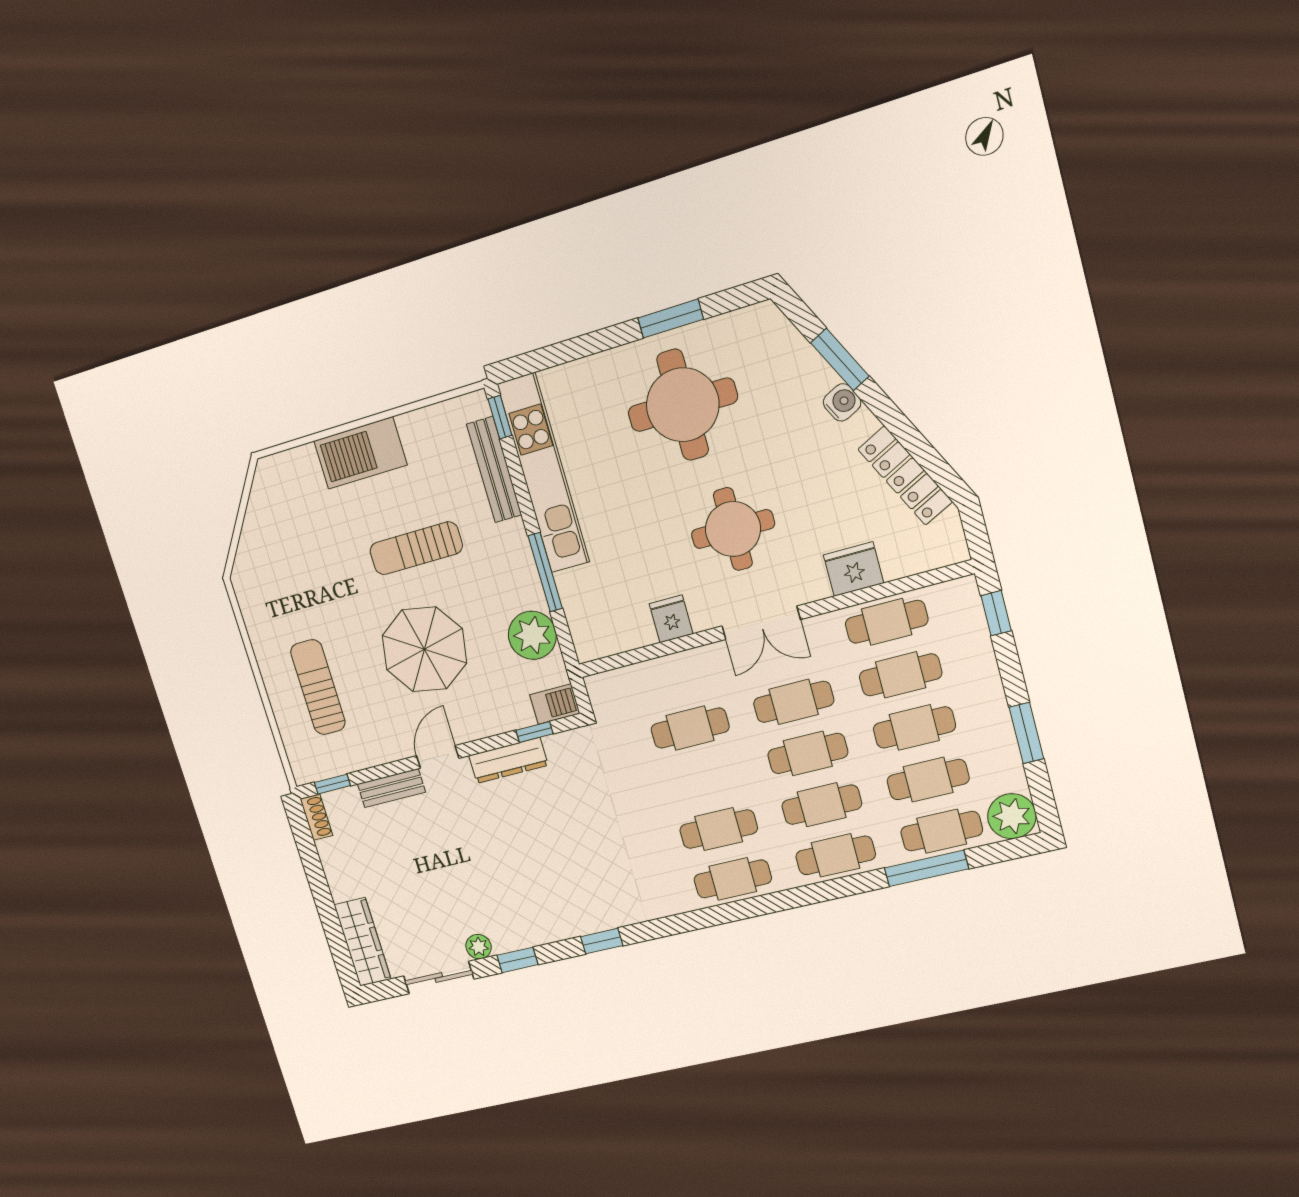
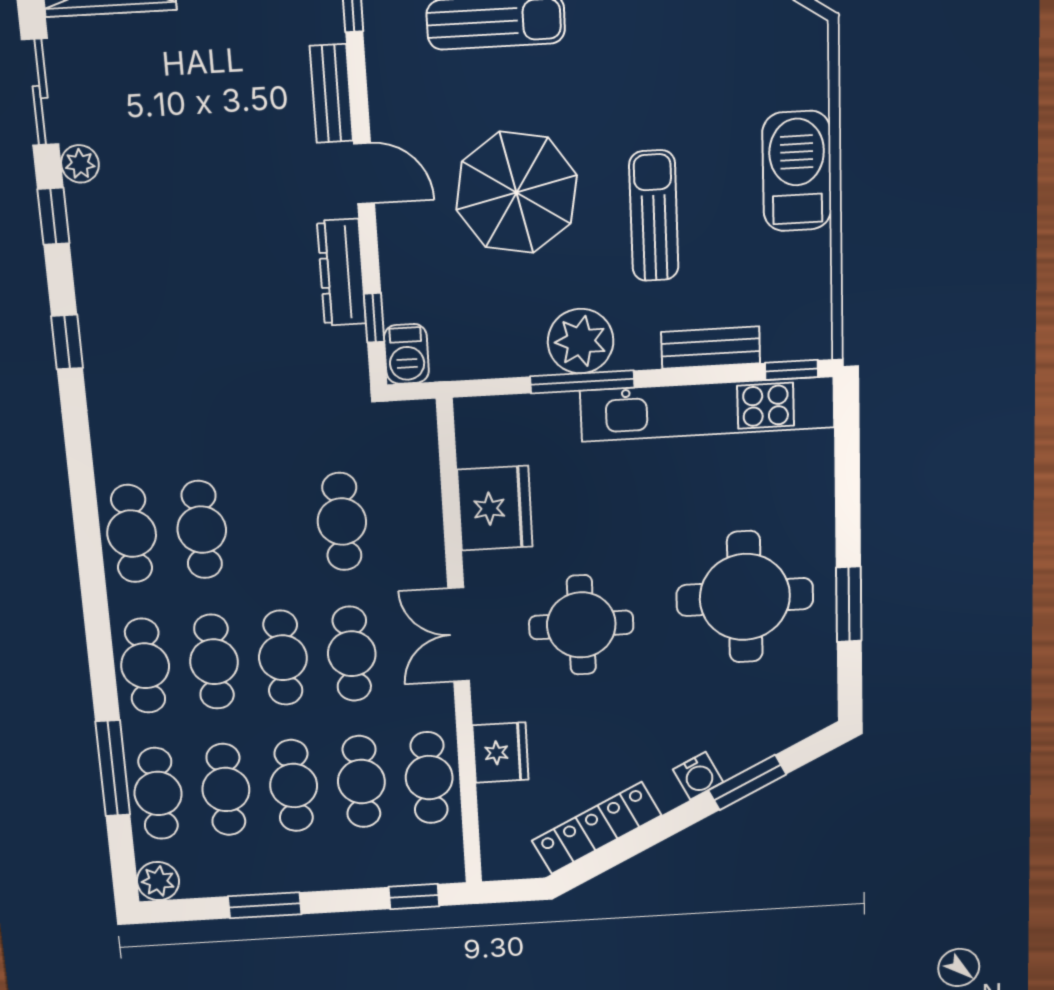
bench: (494, 470) -> (711, 348), width x0.73
fridge: (671, 619) -> (495, 508), width x1.88, depth x1.34
plant: (532, 635) -> (581, 341), moved
plant: (1012, 816) -> (158, 881), width x0.73, depth x0.73

